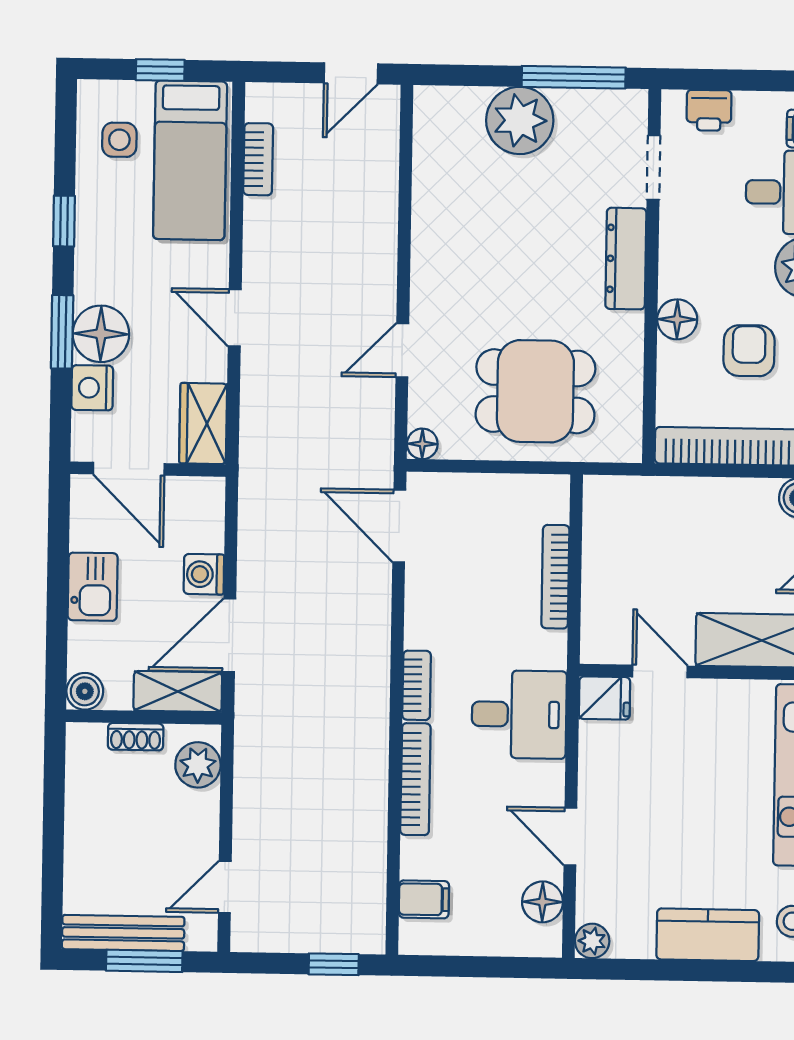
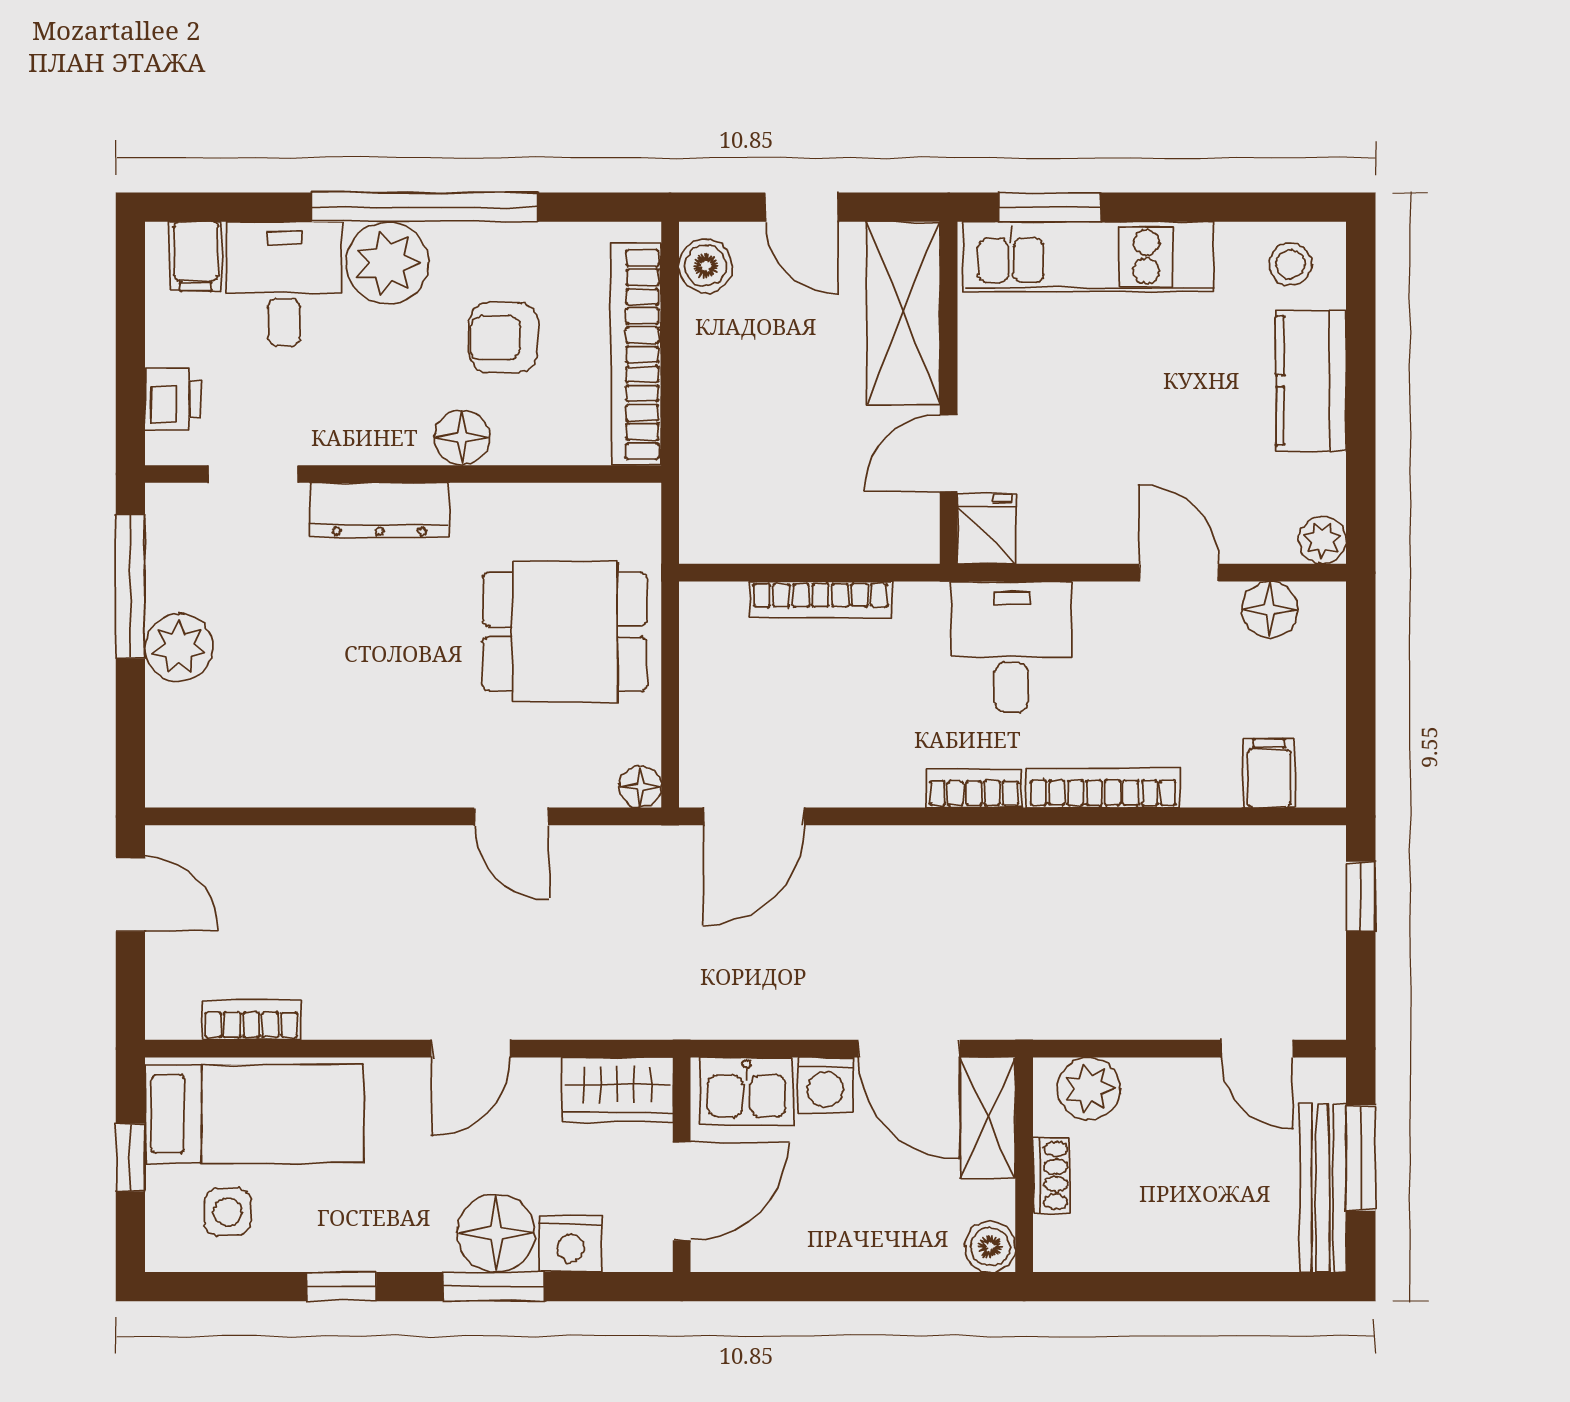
plant: (520, 120) -> (179, 647), width x0.73, depth x0.73
dining table: (535, 391) -> (565, 632), turned 90
kitchen sink: (93, 587) -> (746, 1091), moved, turned 180
door: (570, 836) -> (1179, 573), swing flipped

